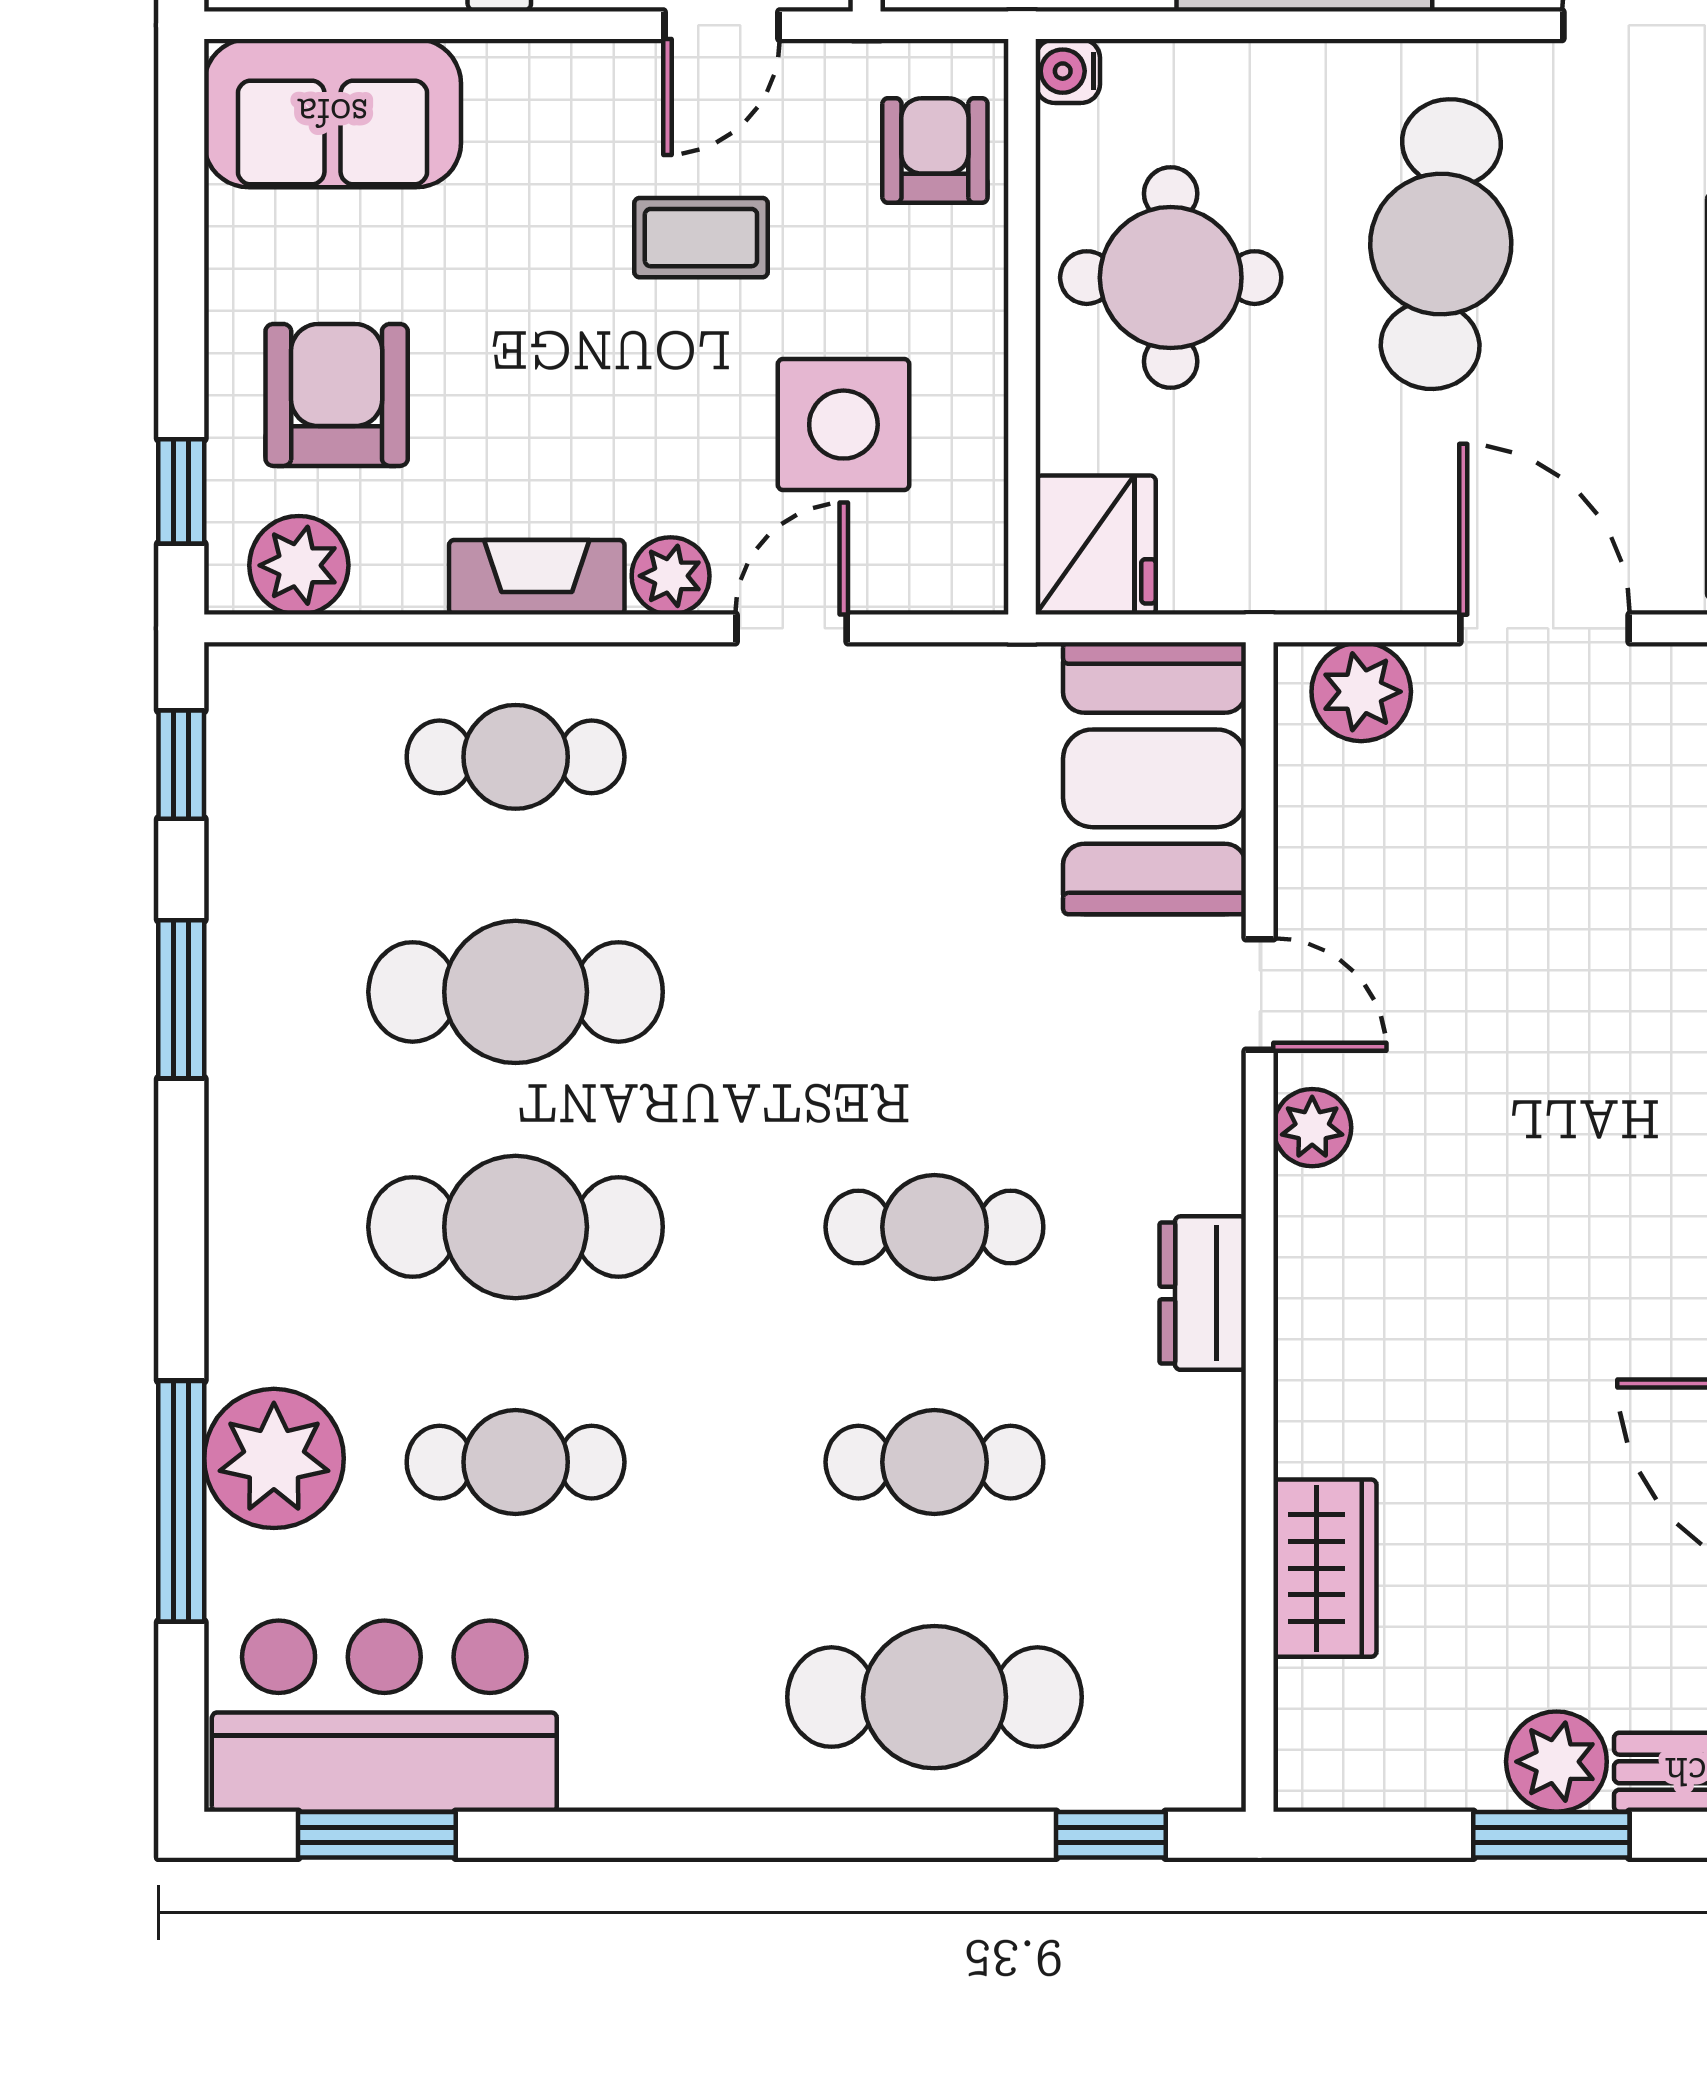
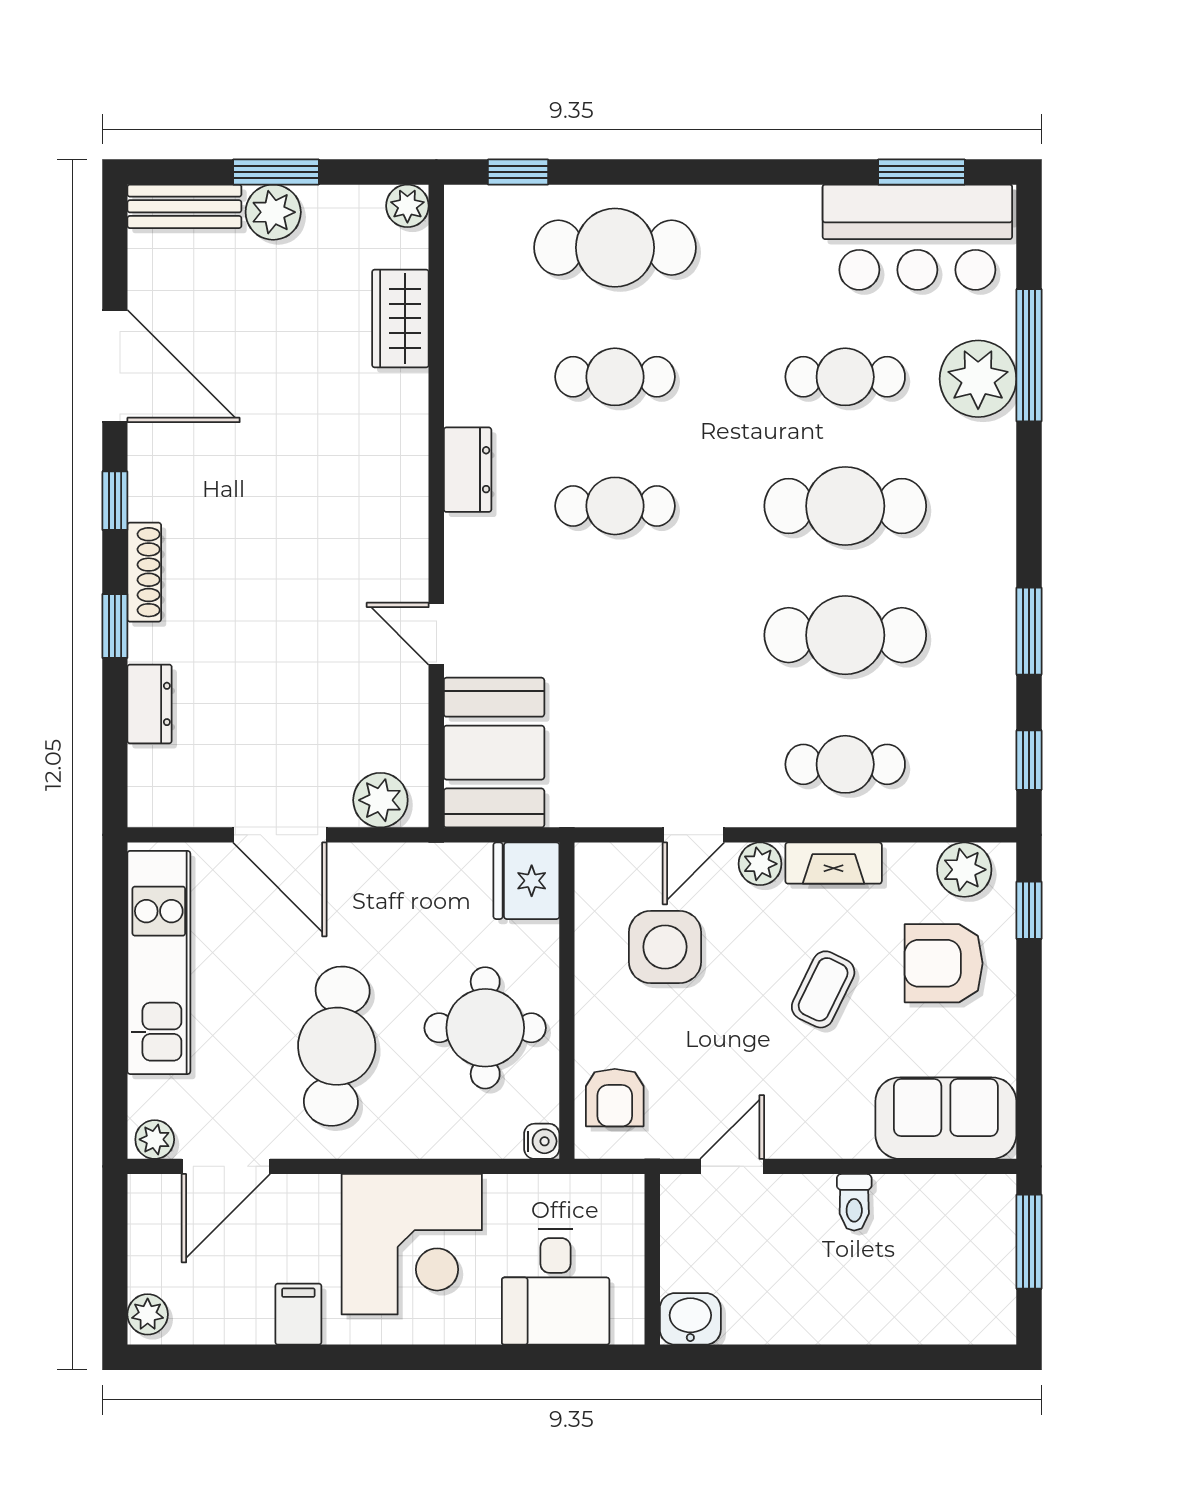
coffee table: (701, 238) -> (823, 989), moved, turned -64
armchair: (337, 395) -> (944, 963), turned 90
plant: (1312, 1128) -> (407, 206), moved

